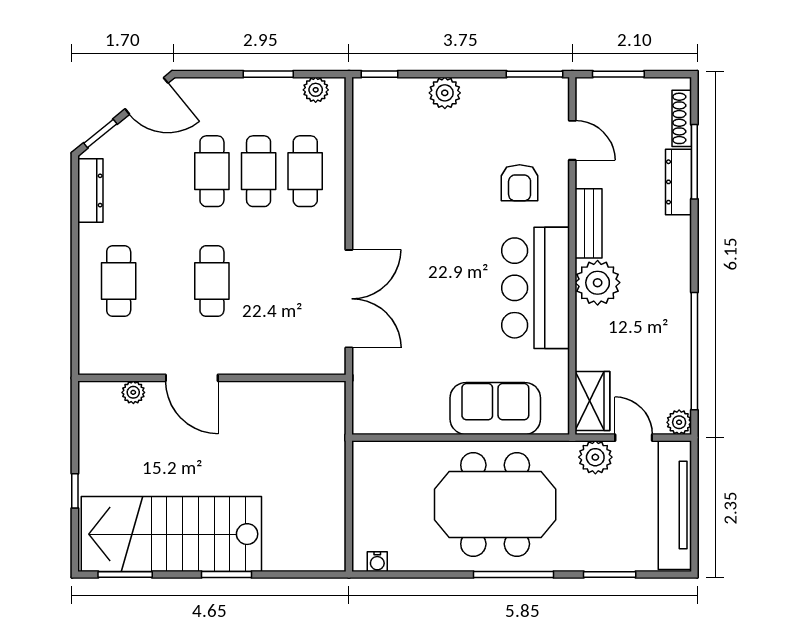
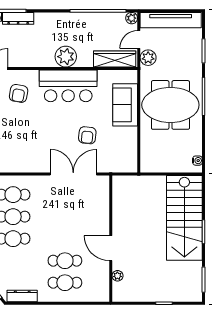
armchair: (520, 183) -> (19, 93), turned 100
bench: (589, 223) -> (38, 61), removed
cafe table: (212, 281) -> (65, 261), moved
armchair: (431, 328) -> (87, 135), added
door: (192, 378) -> (111, 248), swing flipped
wardrobe: (592, 401) -> (115, 59), width x1.50
meeting table: (495, 505) -> (170, 105), turned 90
stairs: (171, 534) -> (184, 218), moved

